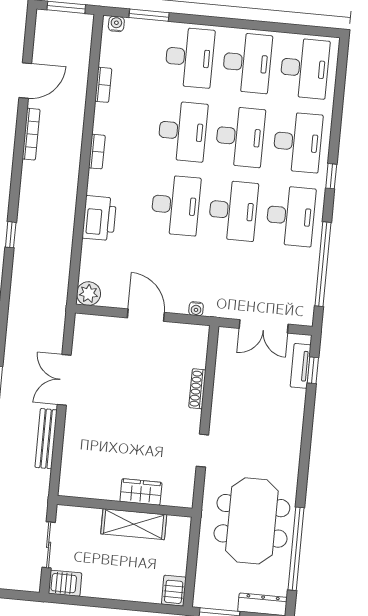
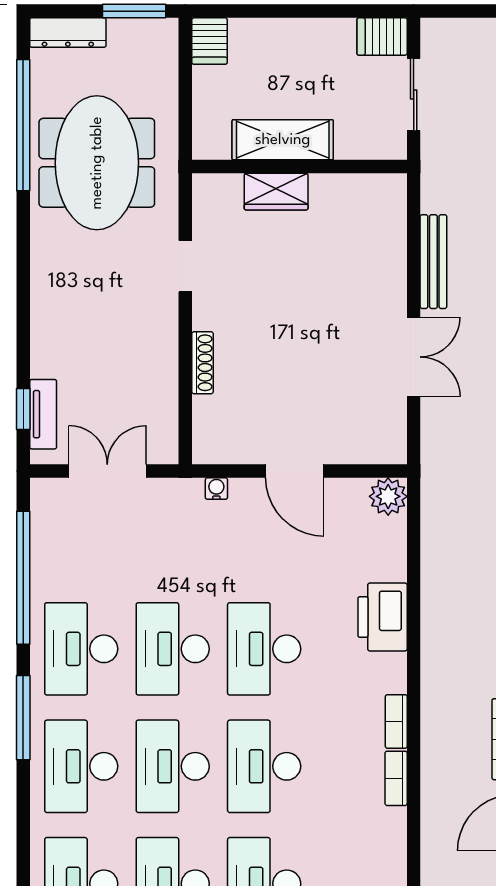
bookcase: (103, 85) -> (396, 778), moved
window: (331, 176) -> (23, 718), width x2.17

